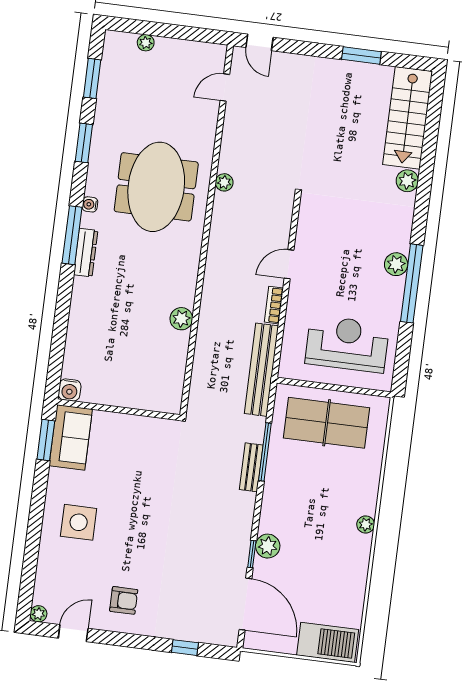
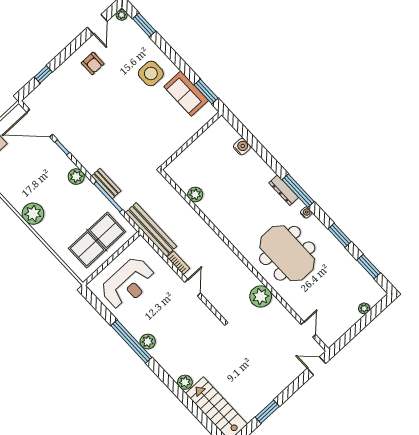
plant: (224, 182) -> (261, 296), width x1.87, depth x1.87
plant: (181, 319) -> (195, 194), moved
water cooler: (70, 390) -> (242, 147), moved, turned 90
sofa: (71, 437) -> (186, 94), moved
plant: (366, 525) -> (33, 214), width x1.87, depth x1.87
plant: (268, 546) -> (76, 177), moved
window: (28, 578) -> (144, 25), added
armchair: (124, 600) -> (93, 63), turned -90

